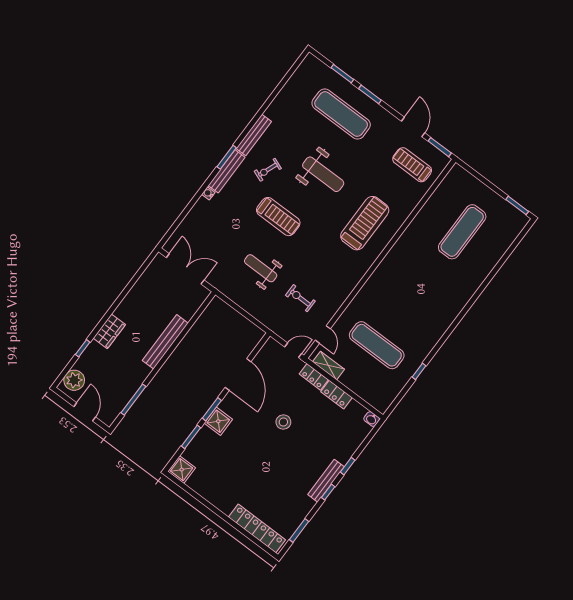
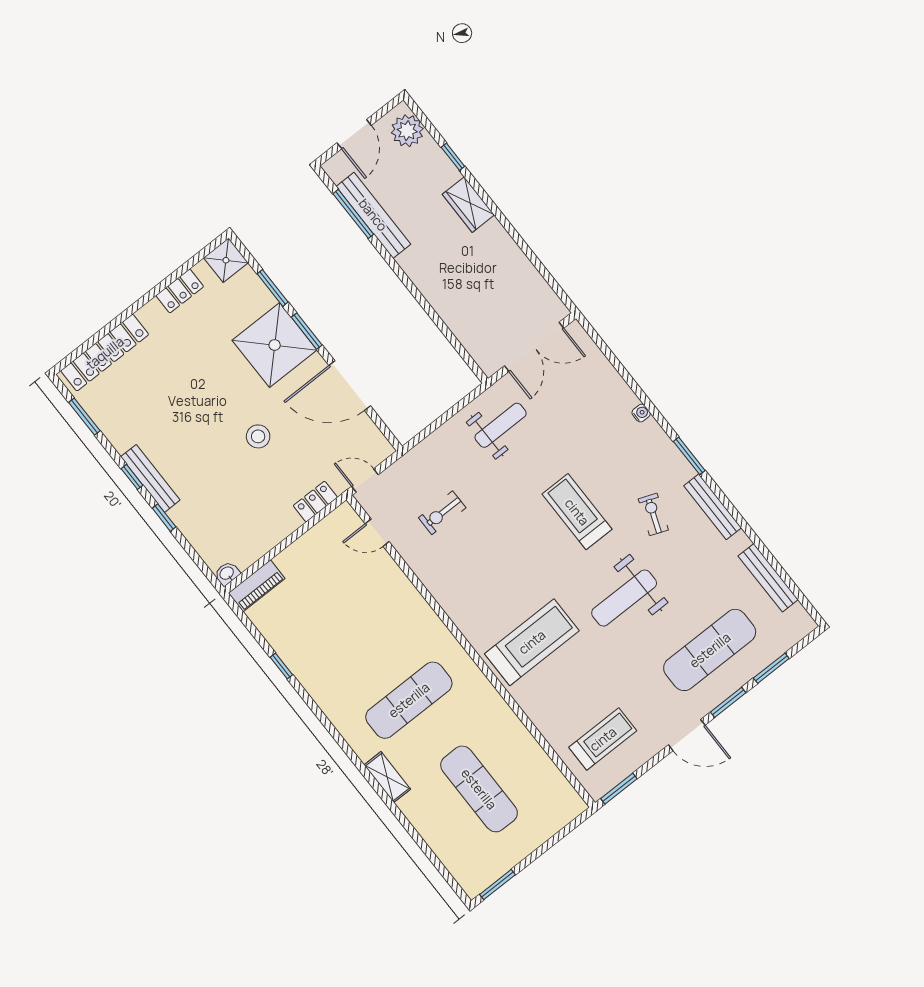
door: (413, 127) -> (687, 735), moved
bench: (227, 171) -> (768, 578), moved
treadmill: (278, 217) -> (577, 512), turned 90
treadmill: (365, 223) -> (532, 642), turned -90
weight bench: (261, 268) -> (501, 425), moved
exercise bike: (300, 298) -> (442, 513), turned 180
bench: (165, 342) -> (373, 215), moved
exercise mat: (377, 345) -> (409, 700), moved
door: (293, 350) -> (365, 480), swing flipped
shelving: (329, 366) -> (387, 777), moved, turned 90
locker: (336, 395) -> (180, 291), moved, turned 180
piano: (374, 399) -> (257, 586), added
door: (85, 412) -> (354, 134), hinge flipped
shower: (218, 421) -> (275, 345), width x1.86, depth x1.86

